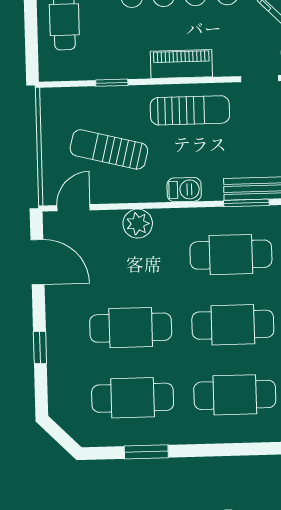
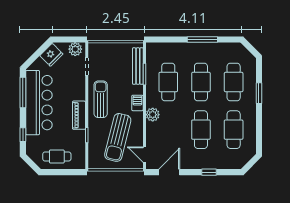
piano: (181, 64) -> (79, 115), moved
sun lounger: (109, 149) -> (118, 137), width x1.36, depth x1.34
plant: (138, 224) -> (153, 115), moved
window: (146, 452) -> (259, 93), moved

